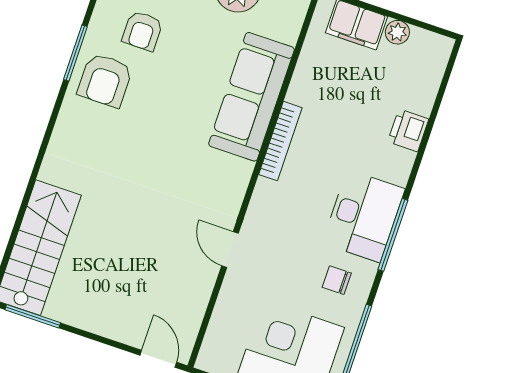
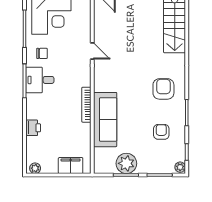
plant: (397, 32) -> (35, 168), moved
armchair: (105, 80) -> (163, 89), moved
desk: (364, 216) -> (40, 80), width x0.73

